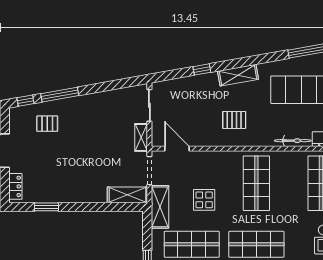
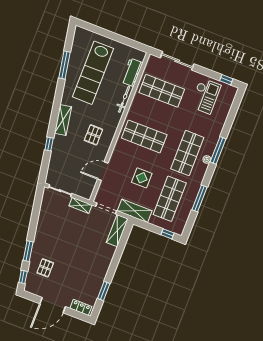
window: (60, 95) -> (28, 251), width x0.69
door: (177, 149) -> (103, 171), moved

